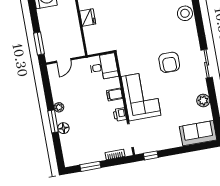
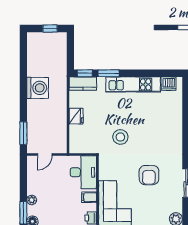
stool: (185, 13) -> (120, 137), moved
desk: (104, 67) -> (83, 172), width x1.37

